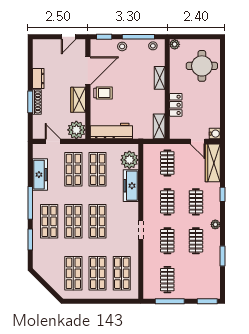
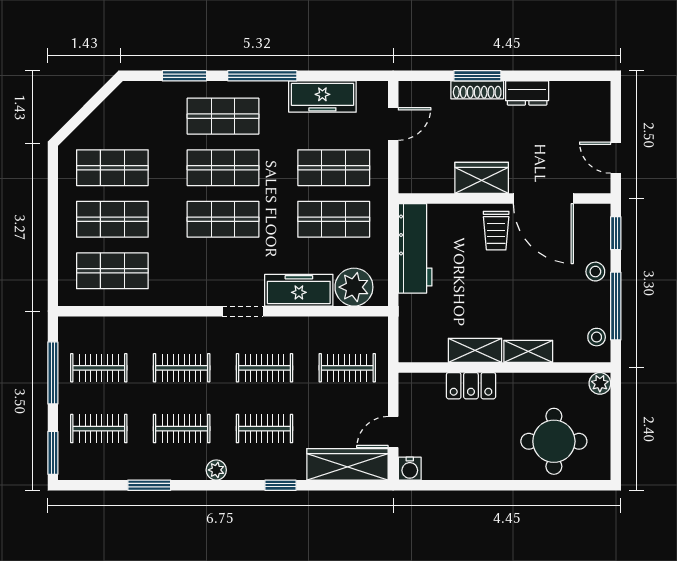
shelving: (159, 126) -> (475, 350), moved
plant: (76, 130) -> (418, 174), removed
doorway: (141, 230) -> (243, 311), moved
clothes rail: (196, 280) -> (99, 429), added

